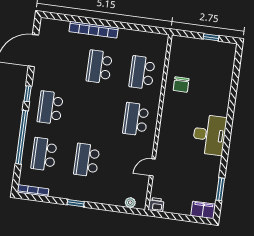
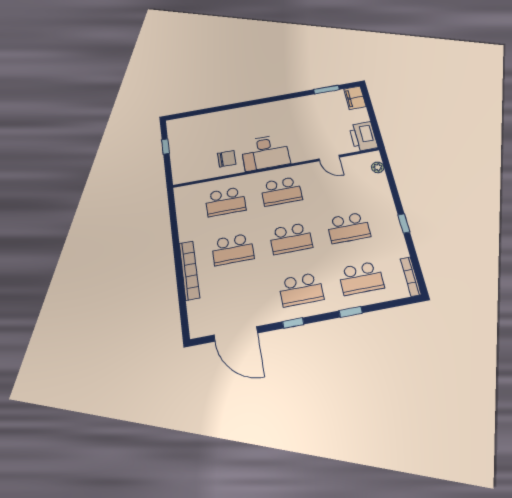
school desk: (93, 113) -> (291, 239), added
desk: (209, 135) -> (265, 153), moved, turned 180
window: (22, 137) -> (351, 312), width x0.32
printer: (156, 205) -> (363, 136), width x1.87, depth x1.48

